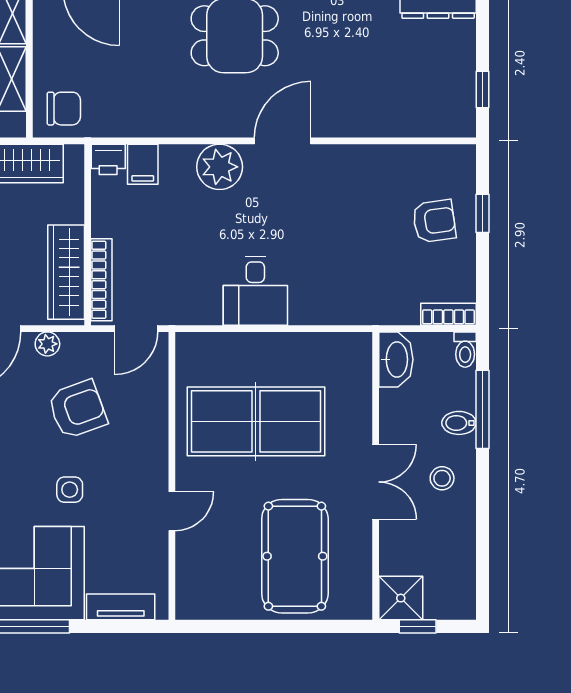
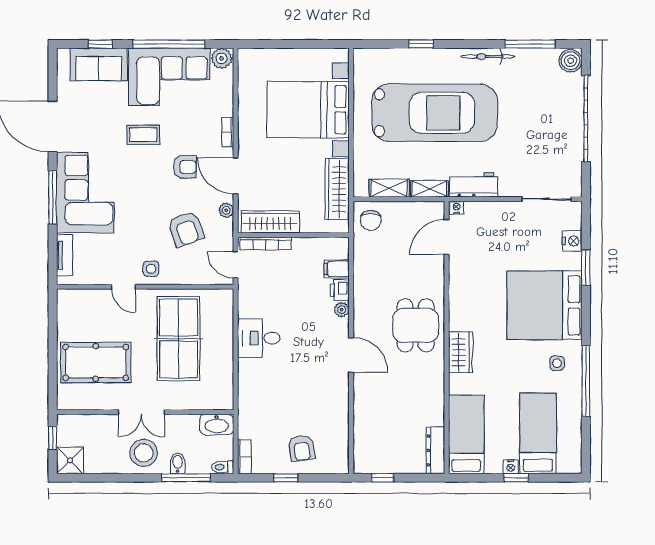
printer: (108, 159) -> (340, 290), moved
plant: (220, 167) -> (342, 310), width x0.53, depth x0.53
window: (483, 213) -> (286, 478), moved
stool: (442, 478) -> (144, 453), width x1.89, depth x1.89
side table: (70, 490) -> (151, 269), moved
shower: (401, 598) -> (70, 460), moved

